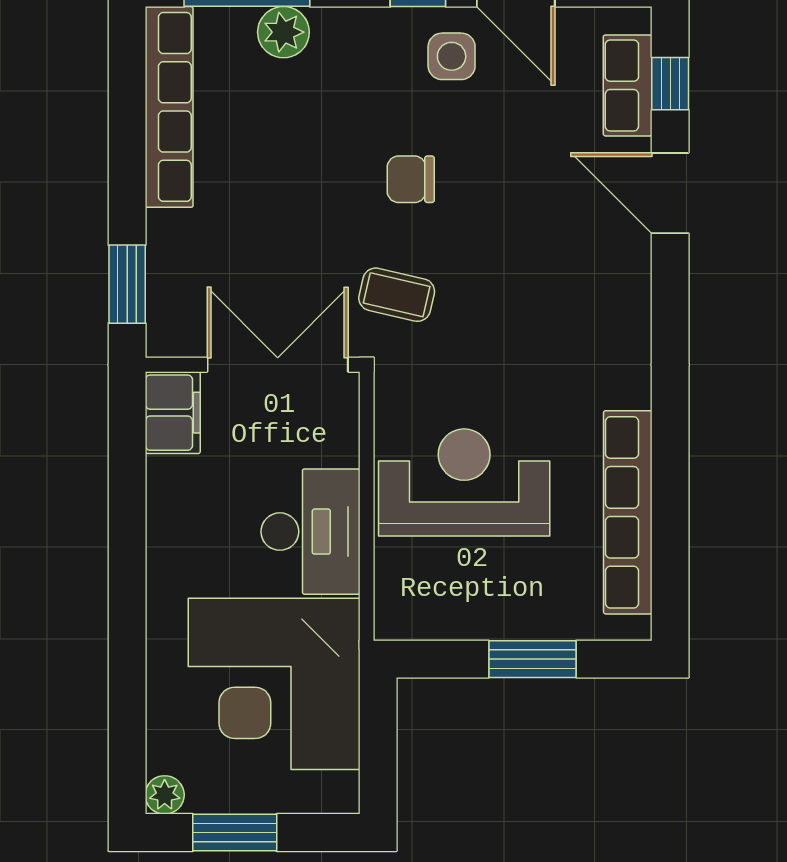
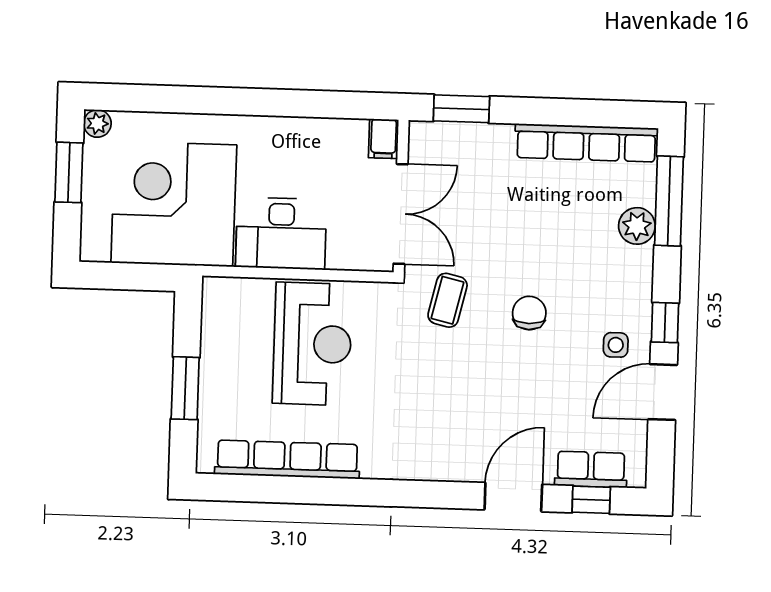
side table: (452, 56) -> (616, 345), width x0.73, depth x0.73
filing cabinet: (173, 413) -> (384, 139), width x0.50

